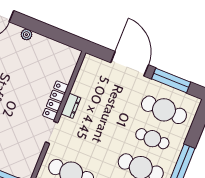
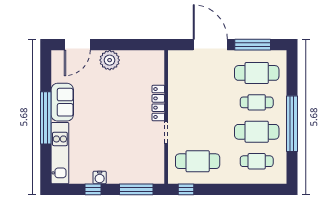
plant: (26, 35) -> (110, 60), width x1.88, depth x1.88
dresser: (71, 106) -> (174, 102), removed

